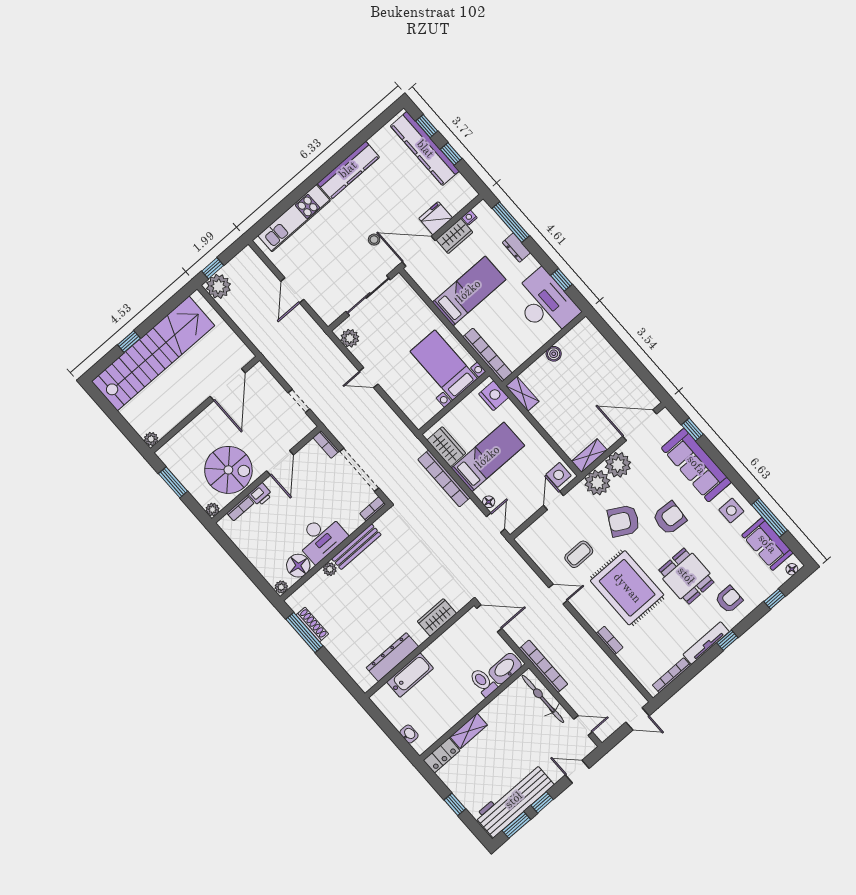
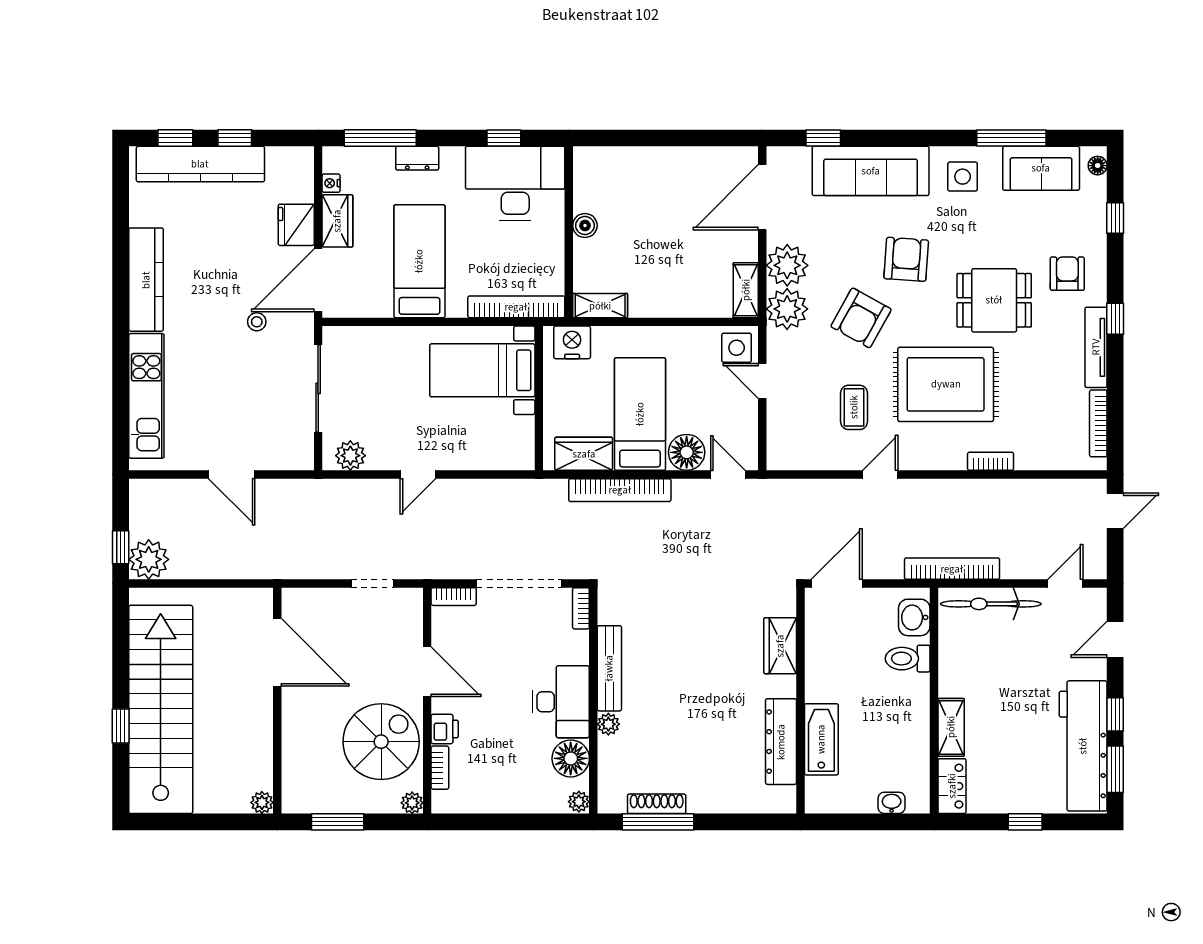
floor lamp: (489, 502) -> (687, 452), width x1.89, depth x1.89
washbasin: (505, 669) -> (914, 617), width x0.72

